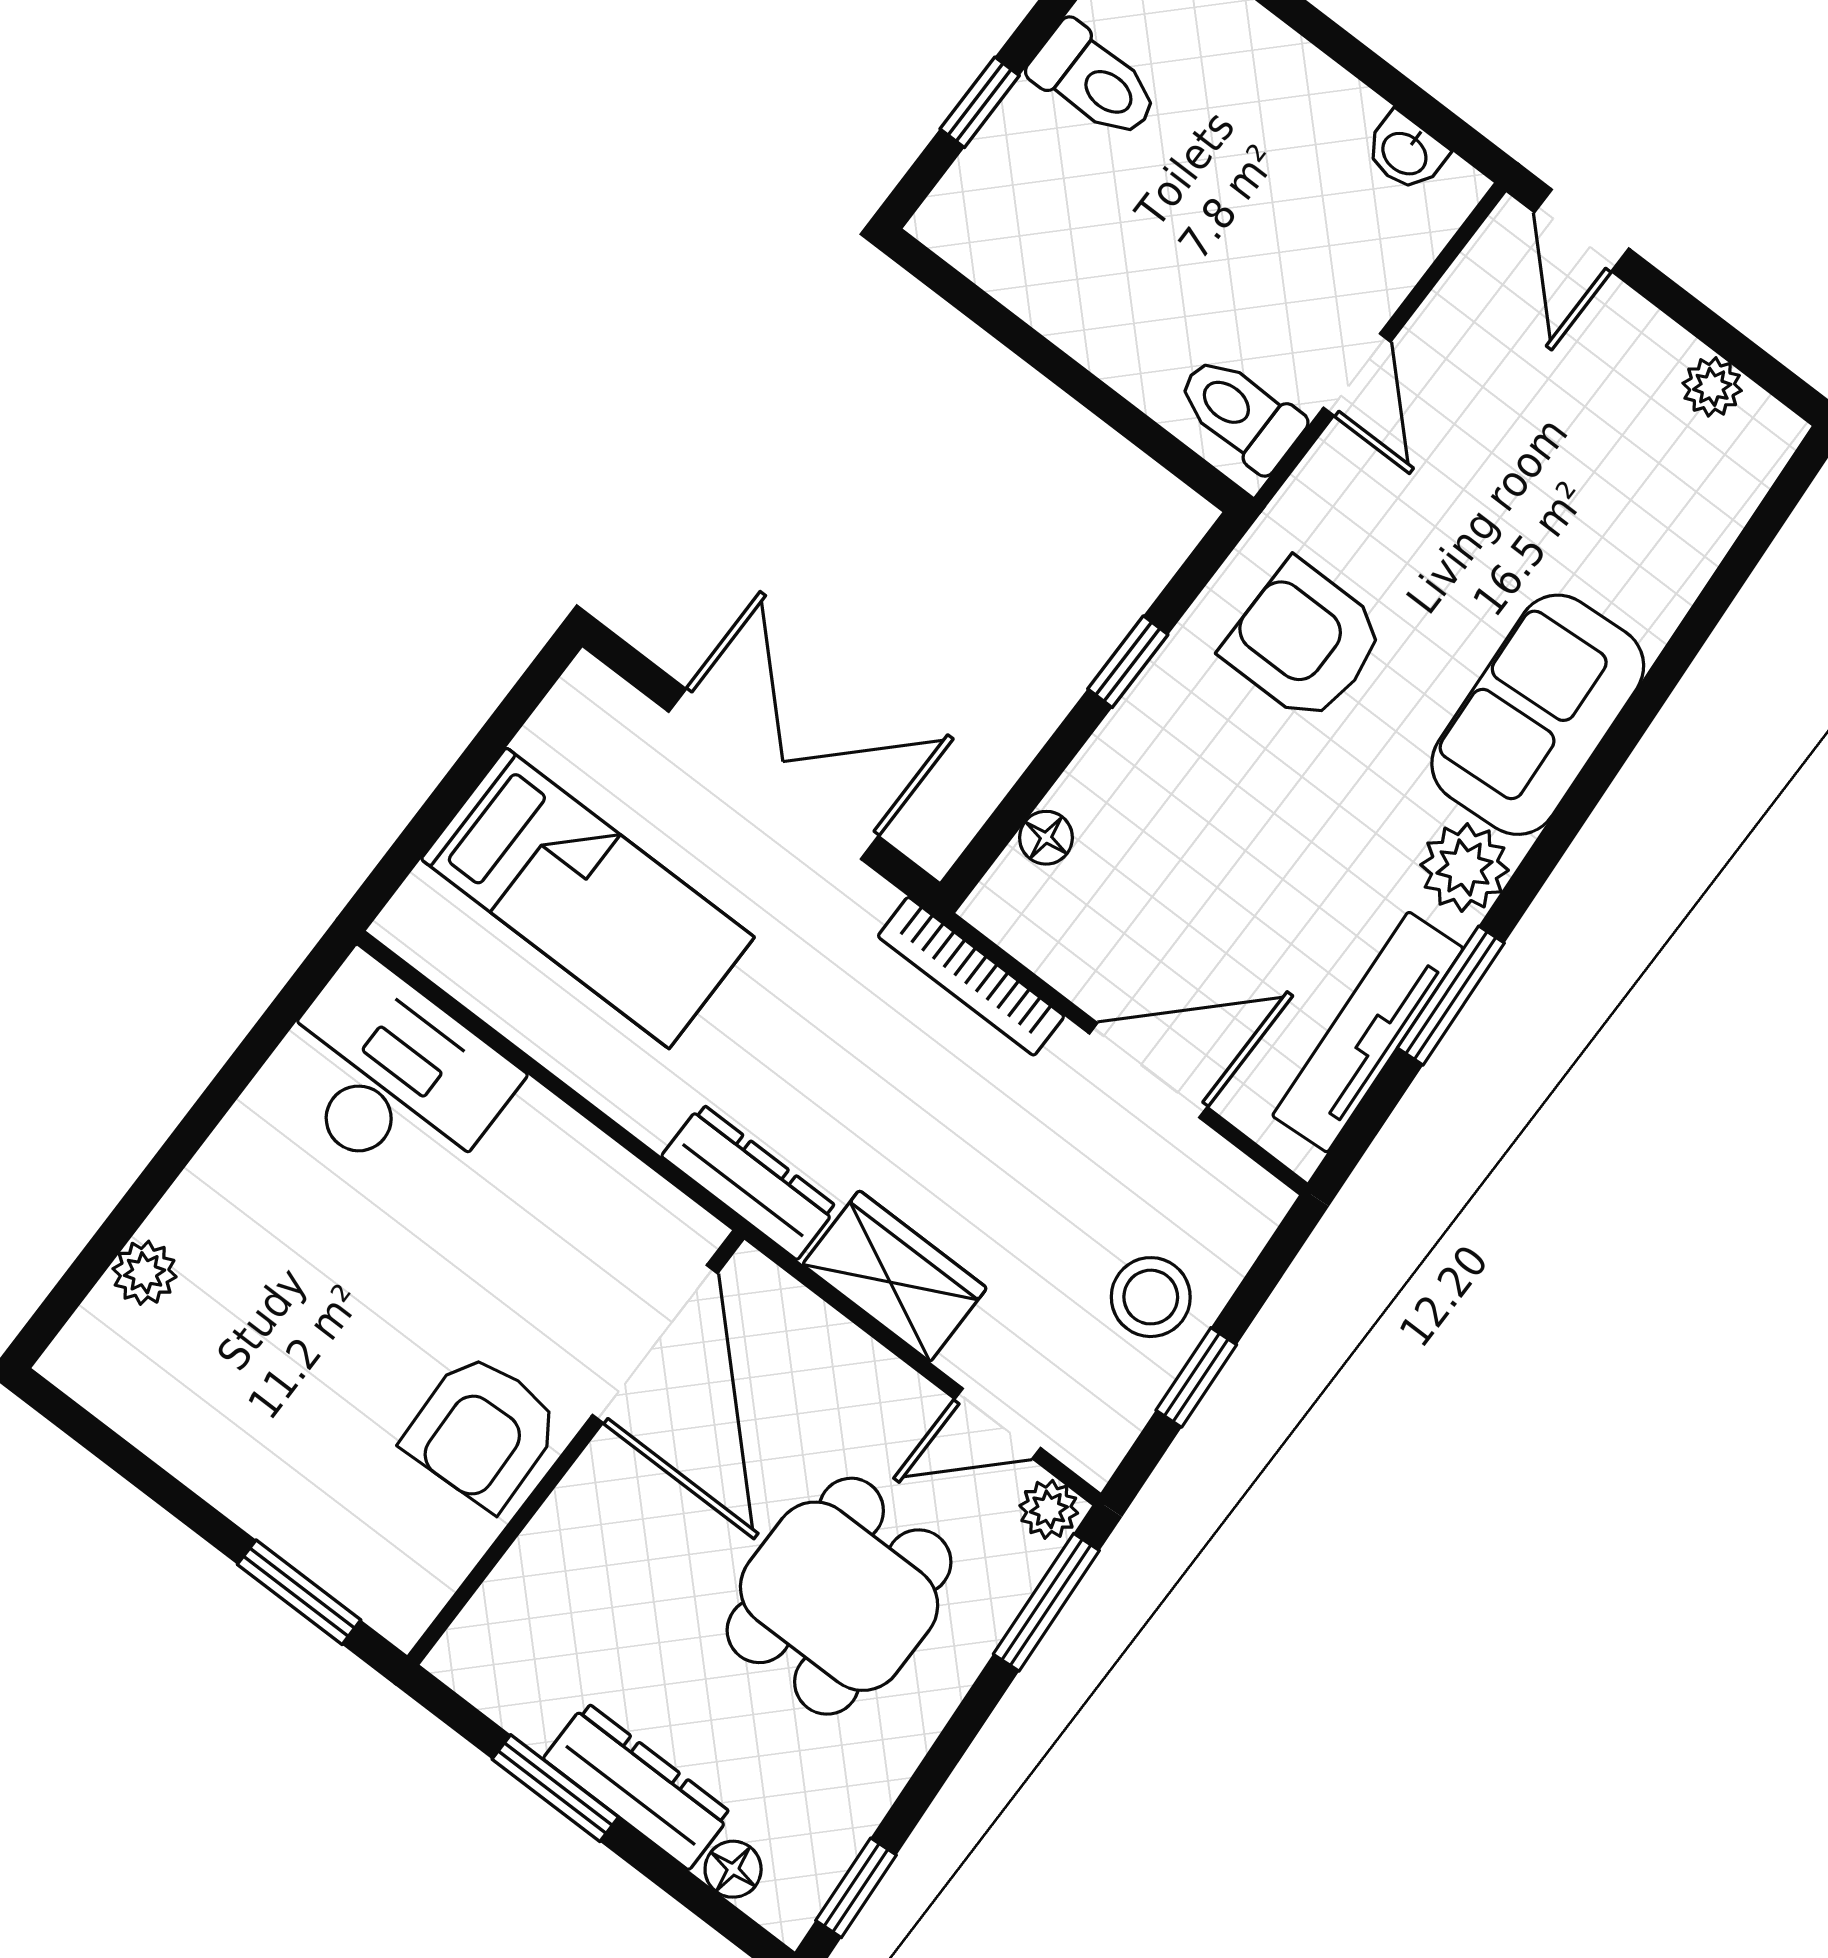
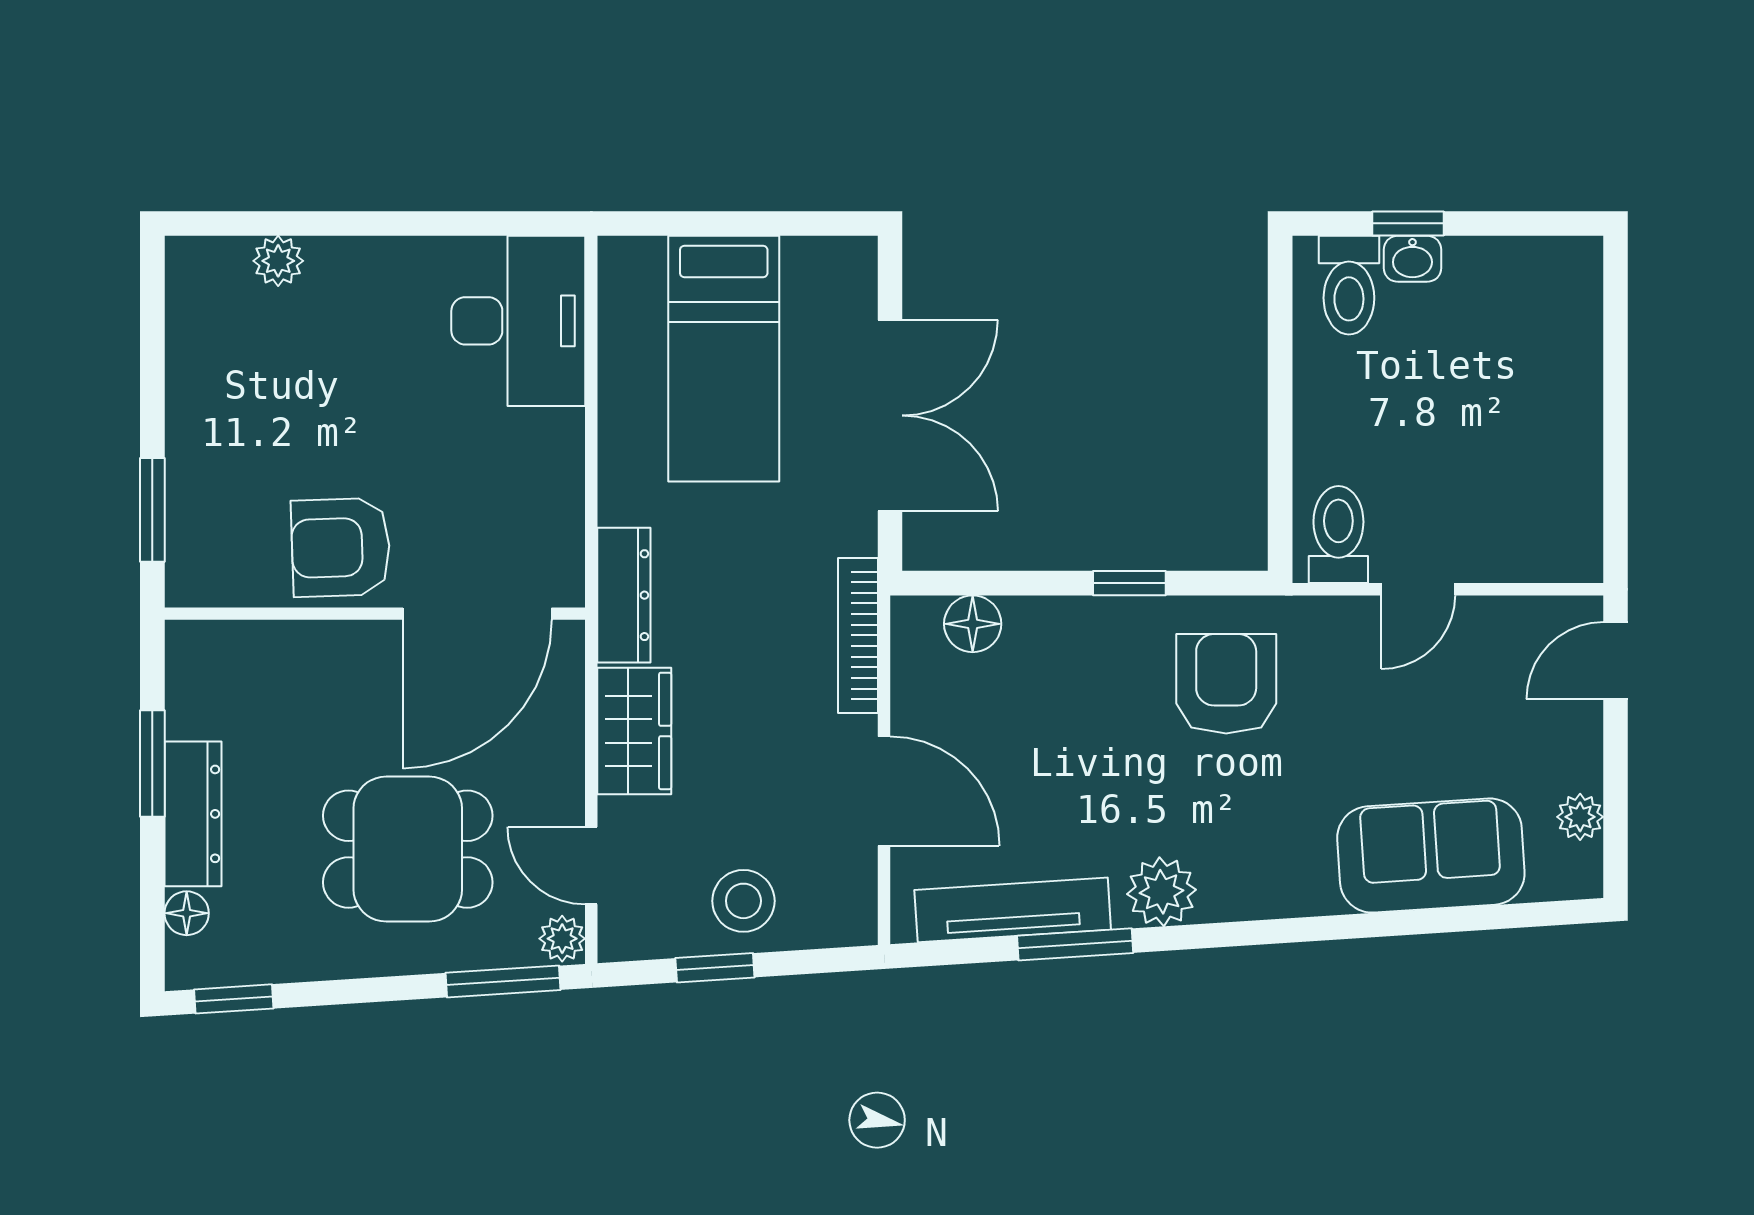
toilet: (1094, 81) -> (1349, 285), moved
washbasin: (1406, 152) -> (1412, 259), moved, turned -90
sofa: (1538, 715) -> (1431, 856), moved
floor lamp: (1046, 838) -> (973, 624), width x1.37, depth x1.37

